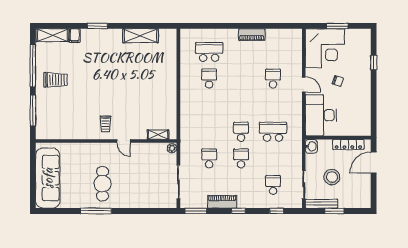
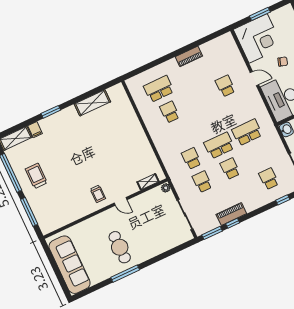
trolley: (56, 80) -> (36, 176), turned -90
school desk: (209, 132) -> (191, 158), added
school desk: (241, 132) -> (219, 145), width x1.85
window: (238, 211) -> (233, 223), moved

